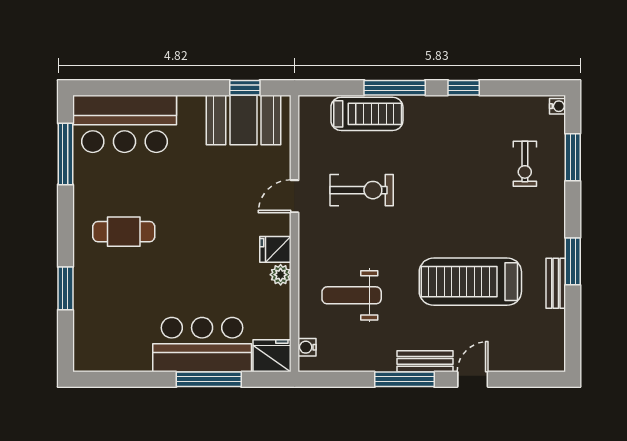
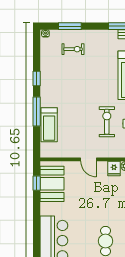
treadmill: (367, 114) -> (49, 125), turned 180
exercise bike: (362, 190) -> (107, 122), moved

